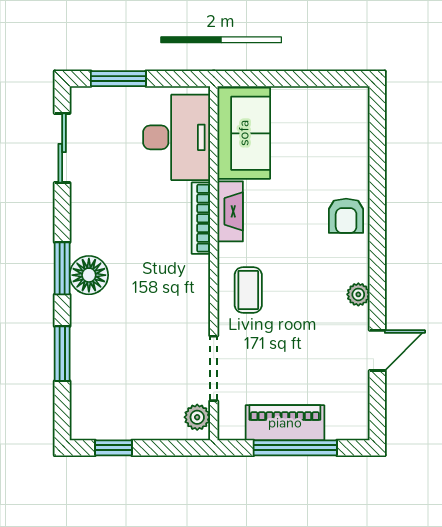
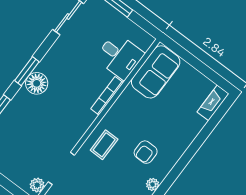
desk: (177, 137) -> (120, 56), width x0.73
fireplace: (230, 211) -> (213, 103), moved, turned 180
armchair: (346, 216) -> (146, 152), moved

